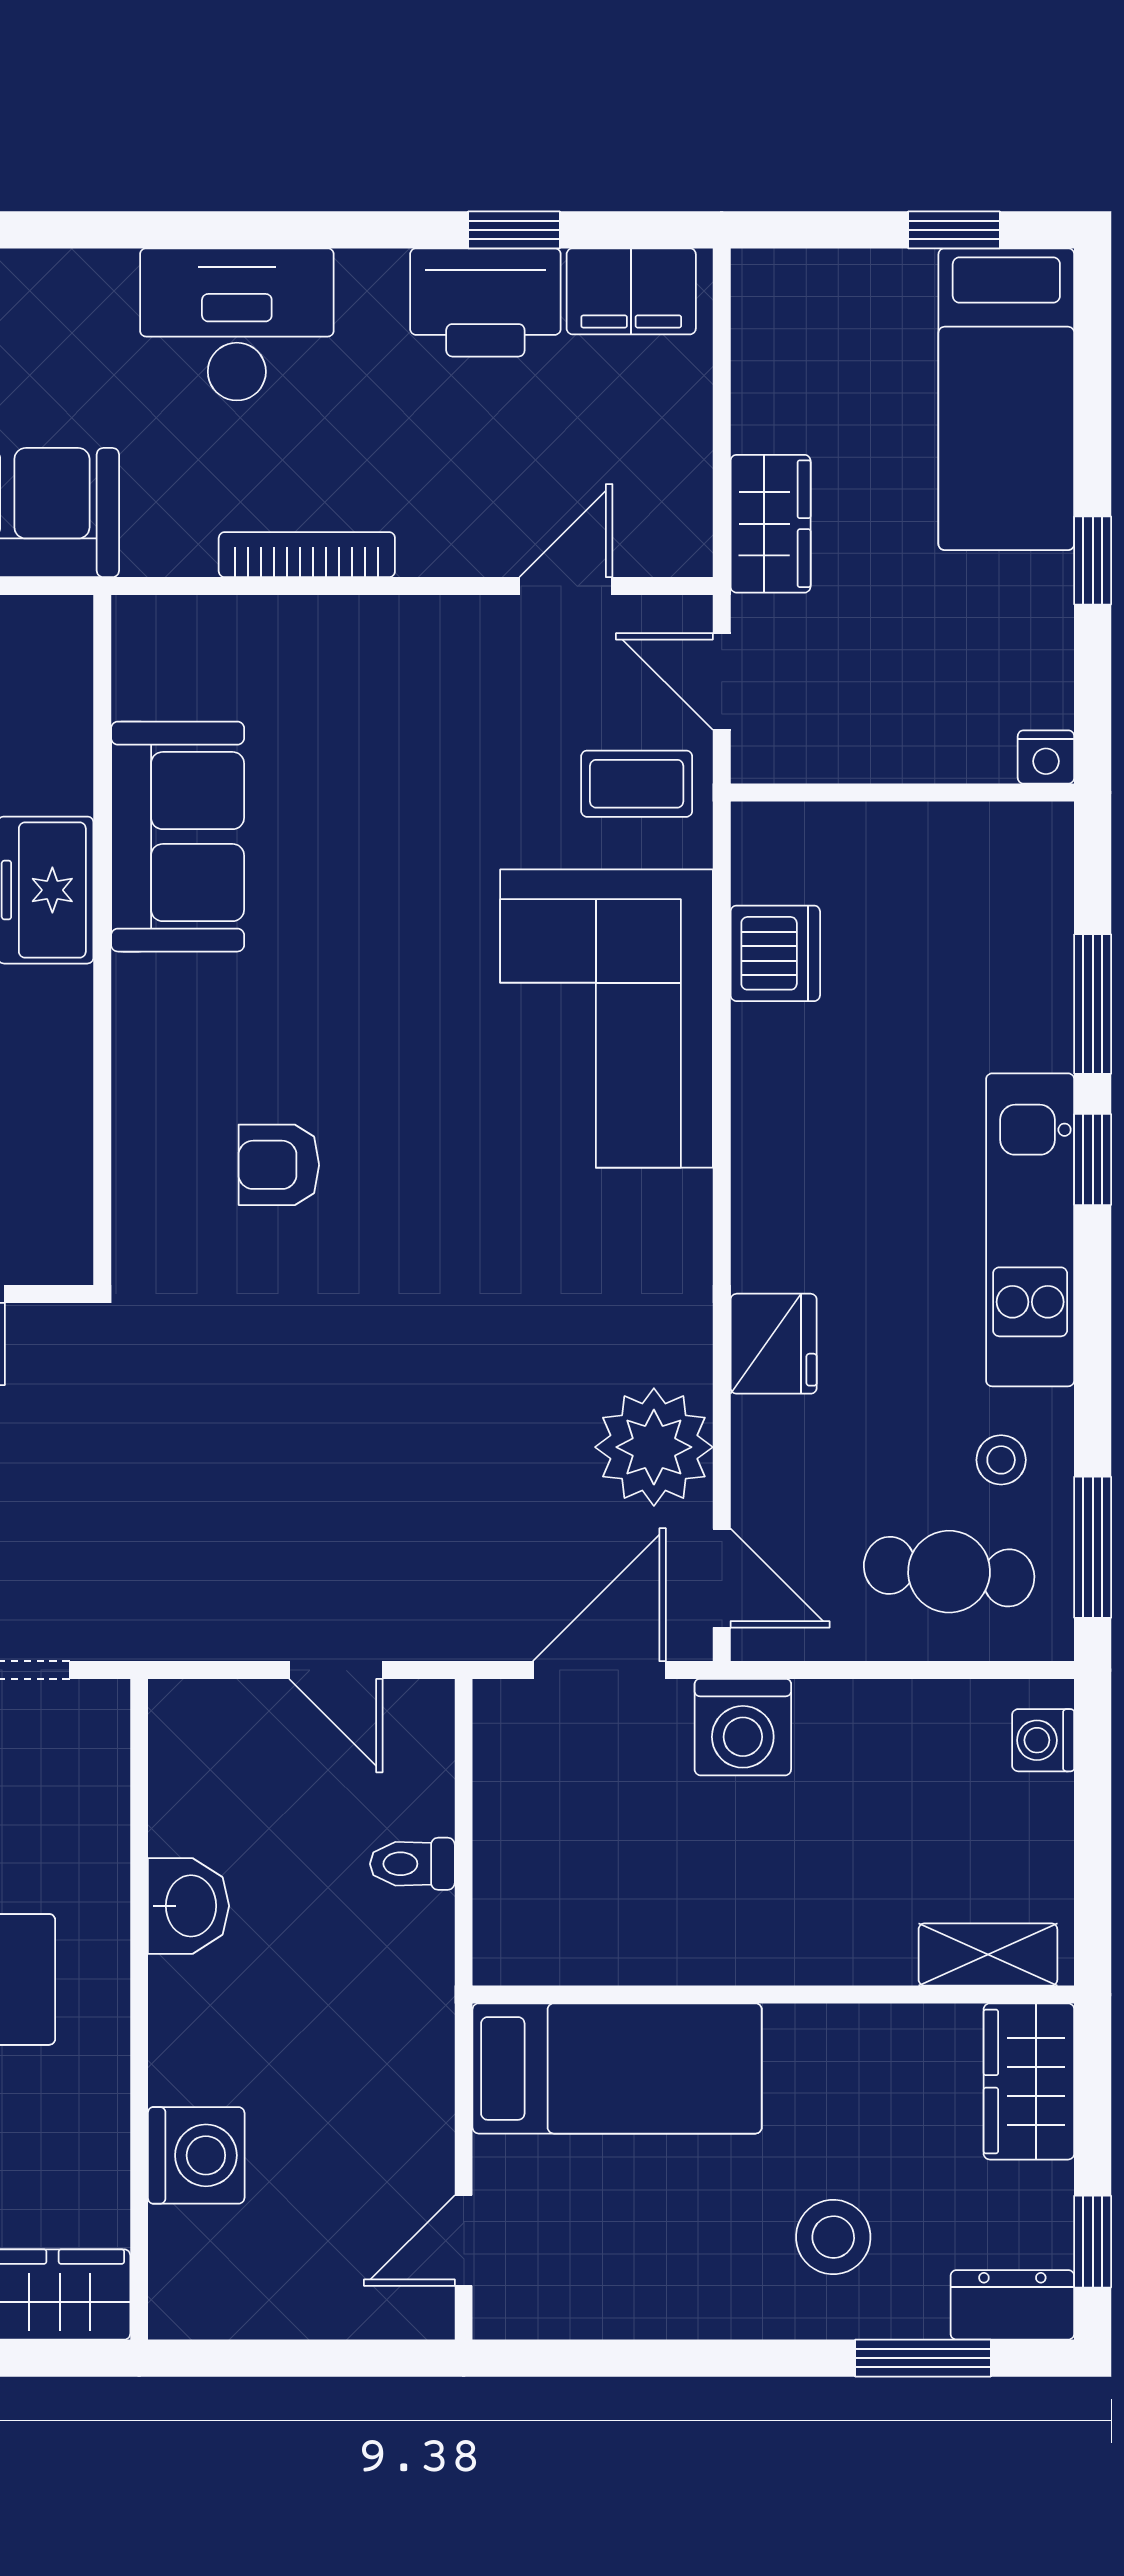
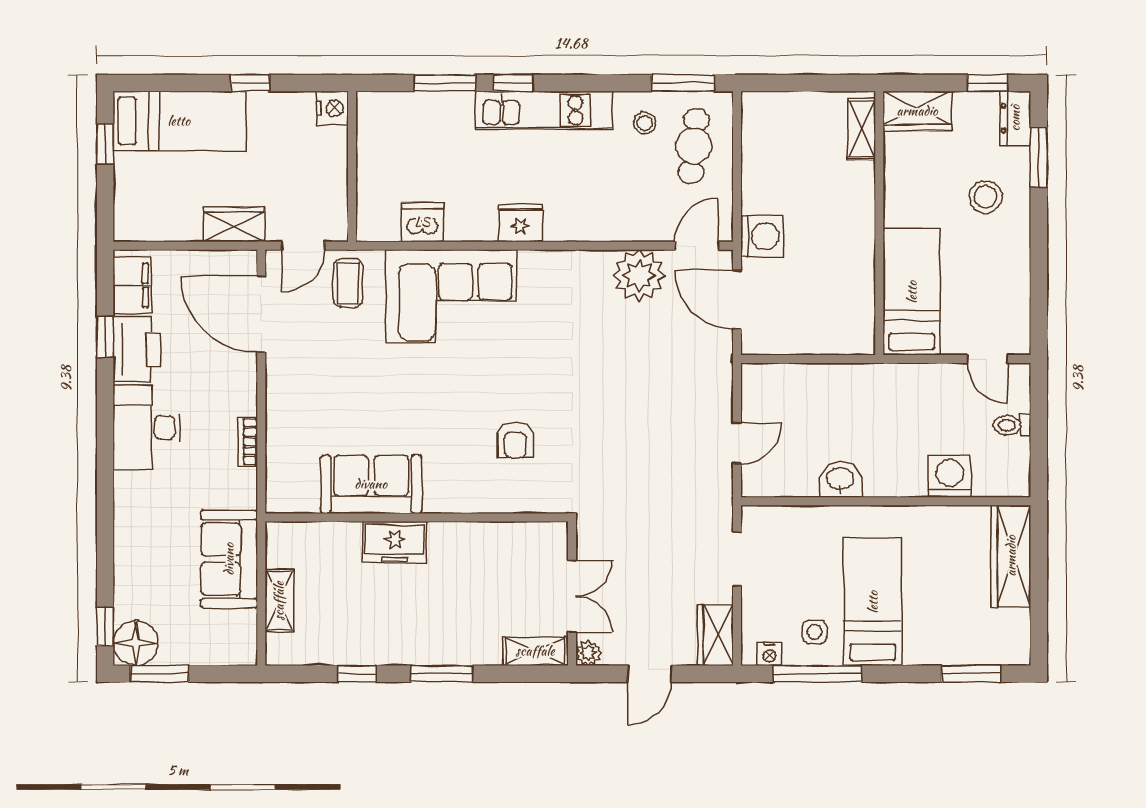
desk: (237, 324) -> (147, 427), moved
bookcase: (307, 555) -> (248, 442), width x0.64
door: (566, 586) -> (261, 314), width x1.88
nightstand: (1046, 757) -> (332, 108), width x1.39, depth x1.35
fridge: (774, 1344) -> (521, 223), moved
door: (336, 1670) -> (737, 443), moved
washing machine: (1043, 1740) -> (768, 105), removed
toilet: (412, 1864) -> (1012, 425), moved, turned 90

